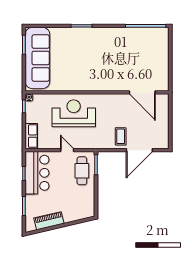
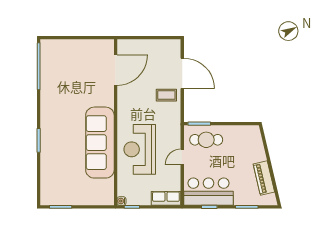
sofa: (37, 58) -> (100, 143), moved, turned -90

